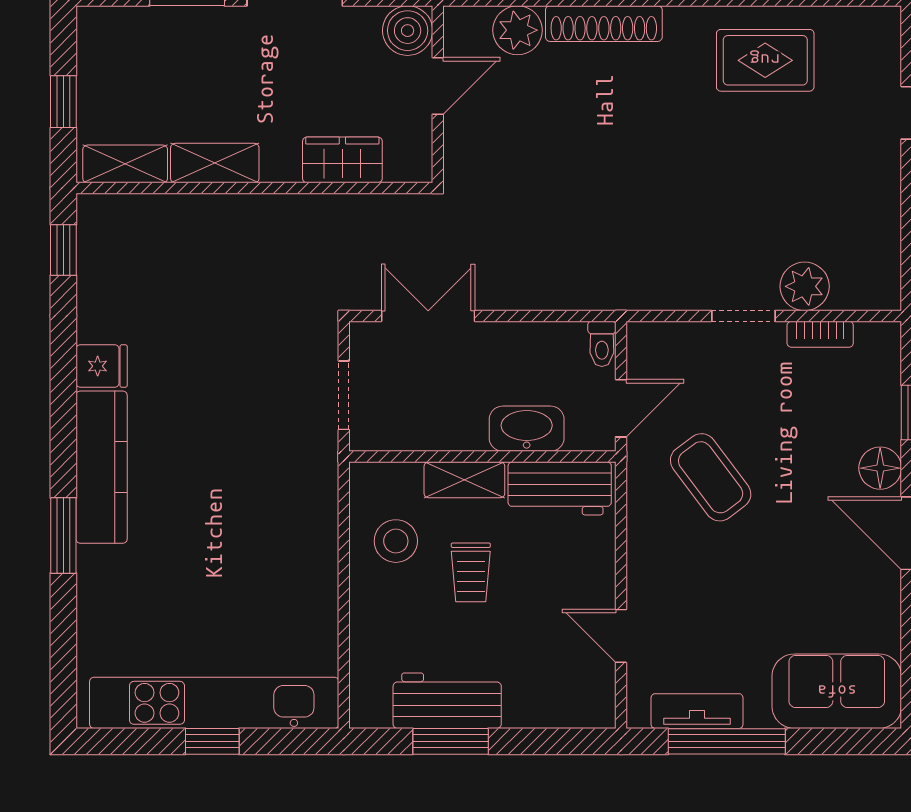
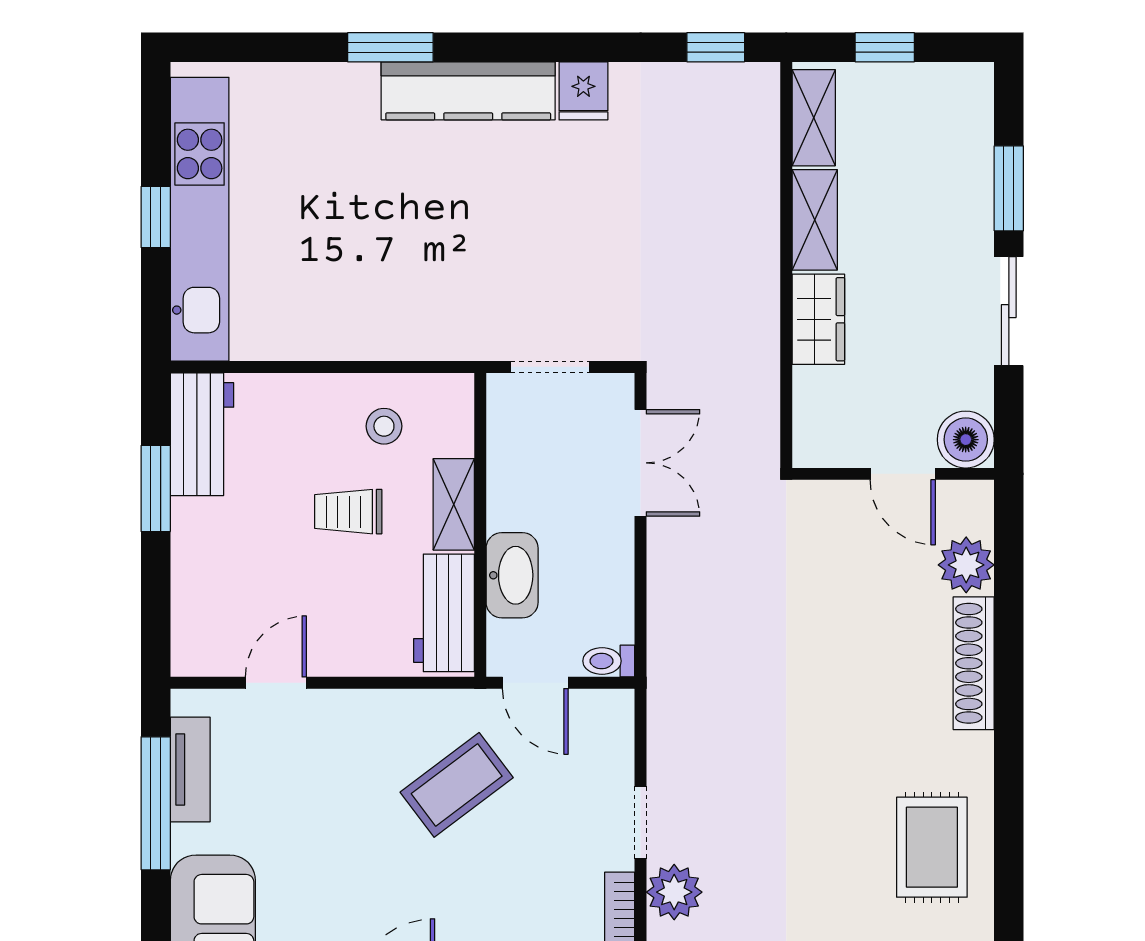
wardrobe: (342, 160) -> (818, 319), moved
stool: (396, 541) -> (384, 426), width x0.73, depth x0.73
workbench: (447, 701) -> (202, 434), moved

